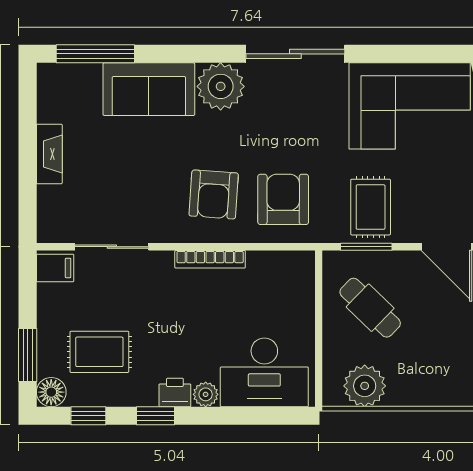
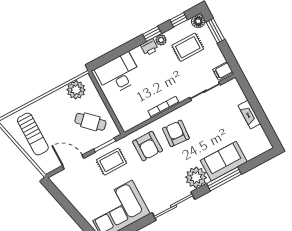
window: (95, 54) -> (224, 179), moved
rug: (371, 207) -> (111, 162), turned 90
plant: (206, 394) -> (161, 40), moved

